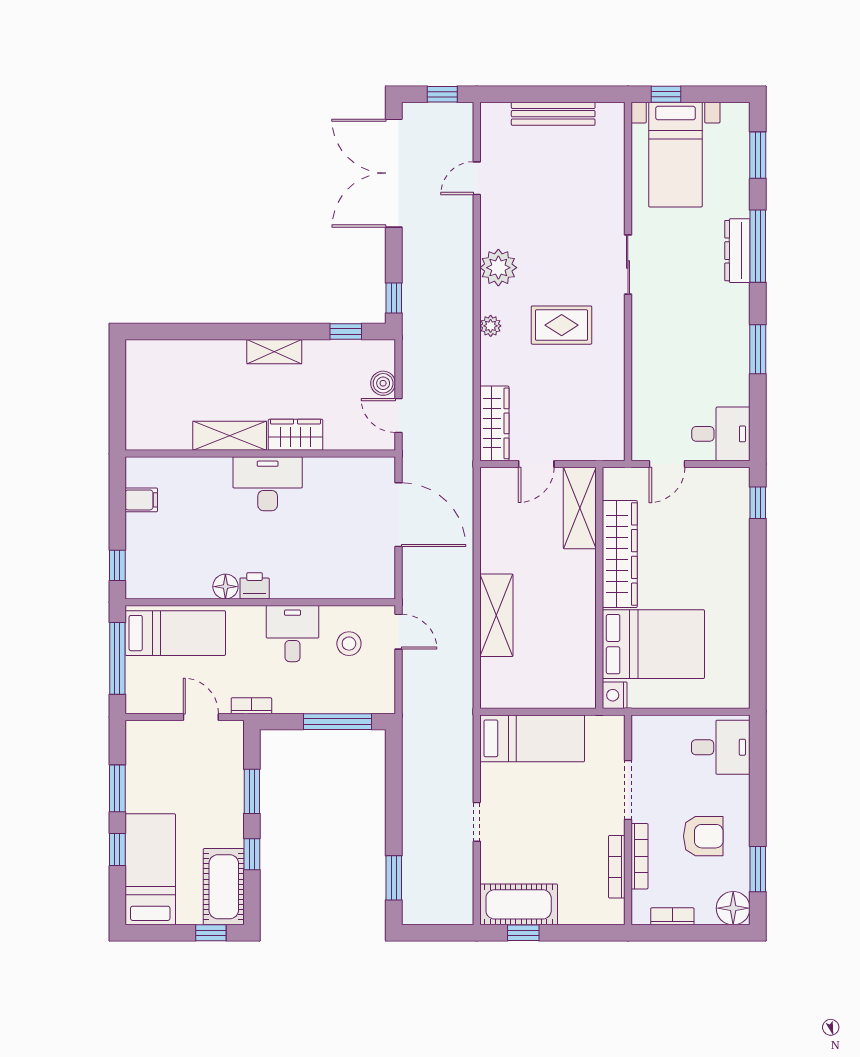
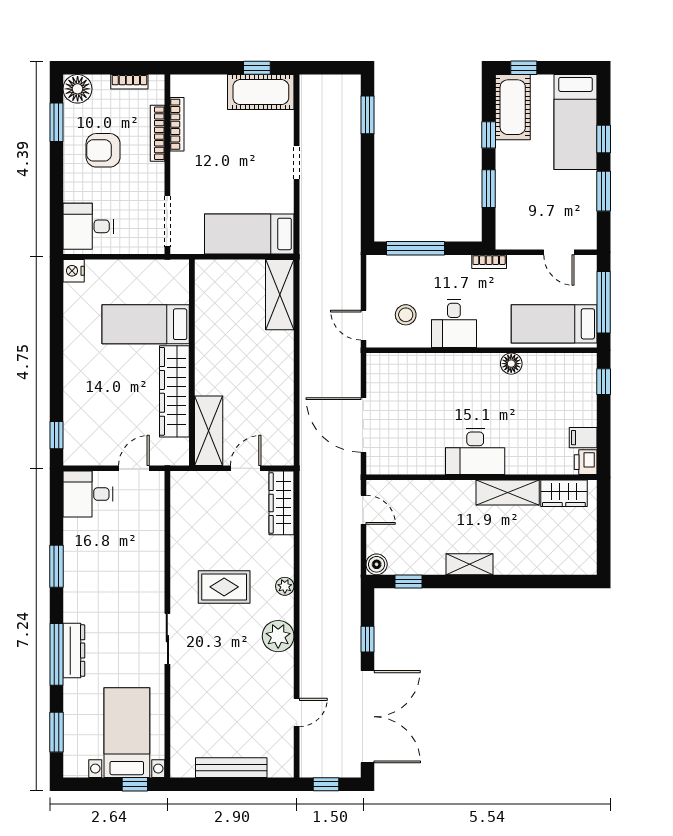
window: (394, 298) -> (367, 639), moved
boiler: (383, 383) -> (377, 564), moved
wardrobe: (296, 435) -> (564, 493), moved
printer: (255, 586) -> (586, 462), moved, turned 90
shelving: (496, 615) -> (280, 295), moved
bed: (653, 644) -> (146, 324), width x0.67
nightstand: (615, 695) -> (74, 271), moved, turned 180
door: (201, 717) -> (559, 252), moved
doorway: (628, 790) -> (167, 221), moved

